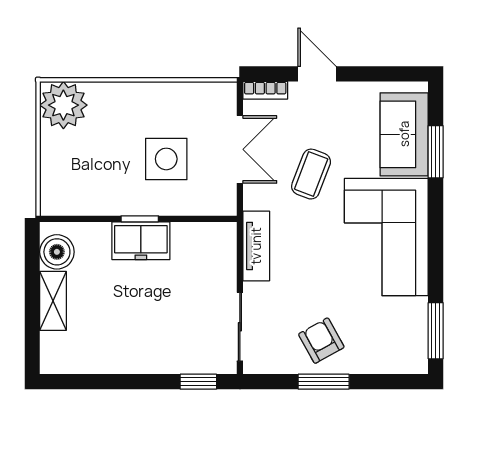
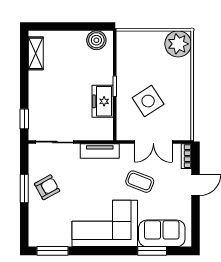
side table: (166, 159) -> (148, 101), turned -33
freezer: (141, 241) -> (103, 101), moved
shelving: (53, 301) -> (36, 53), moved, turned 90

